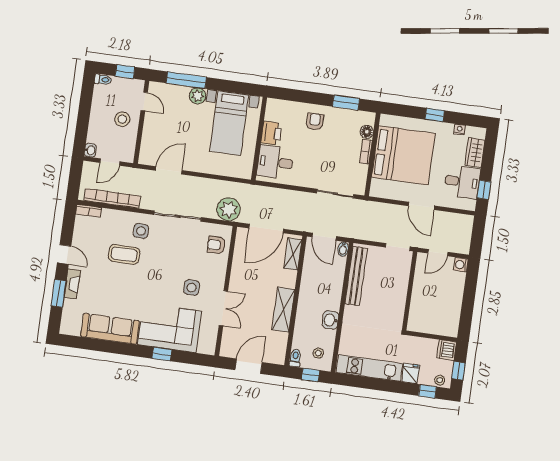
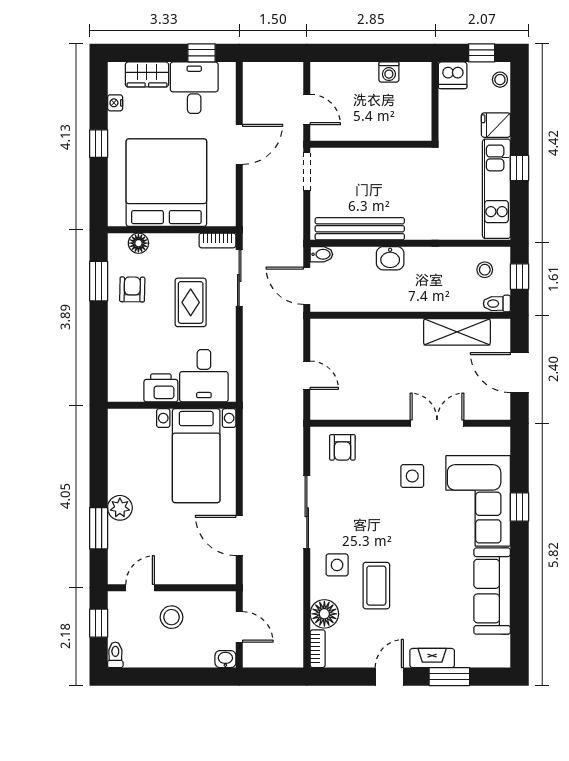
window: (186, 80) -> (99, 528), width x0.69
armchair: (315, 122) -> (132, 289), moved, turned 91
bed with nightstands: (229, 123) -> (196, 456), moved, turned 90
bookcase: (366, 152) -> (217, 240), moved
rug: (324, 160) -> (191, 302), added
bookcase: (112, 198) -> (294, 616), removed
plant: (229, 209) -> (286, 437), removed
floor lamp: (111, 218) -> (324, 614), added
door: (266, 229) -> (307, 375), width x0.53
door: (324, 237) -> (307, 286), swing flipped
shelving: (293, 254) -> (340, 329), removed
washing machine: (461, 265) -> (389, 72), moved
shelving: (283, 310) -> (457, 332), moved
washbasin: (330, 320) -> (390, 258), moved
window: (427, 391) -> (519, 168), moved

